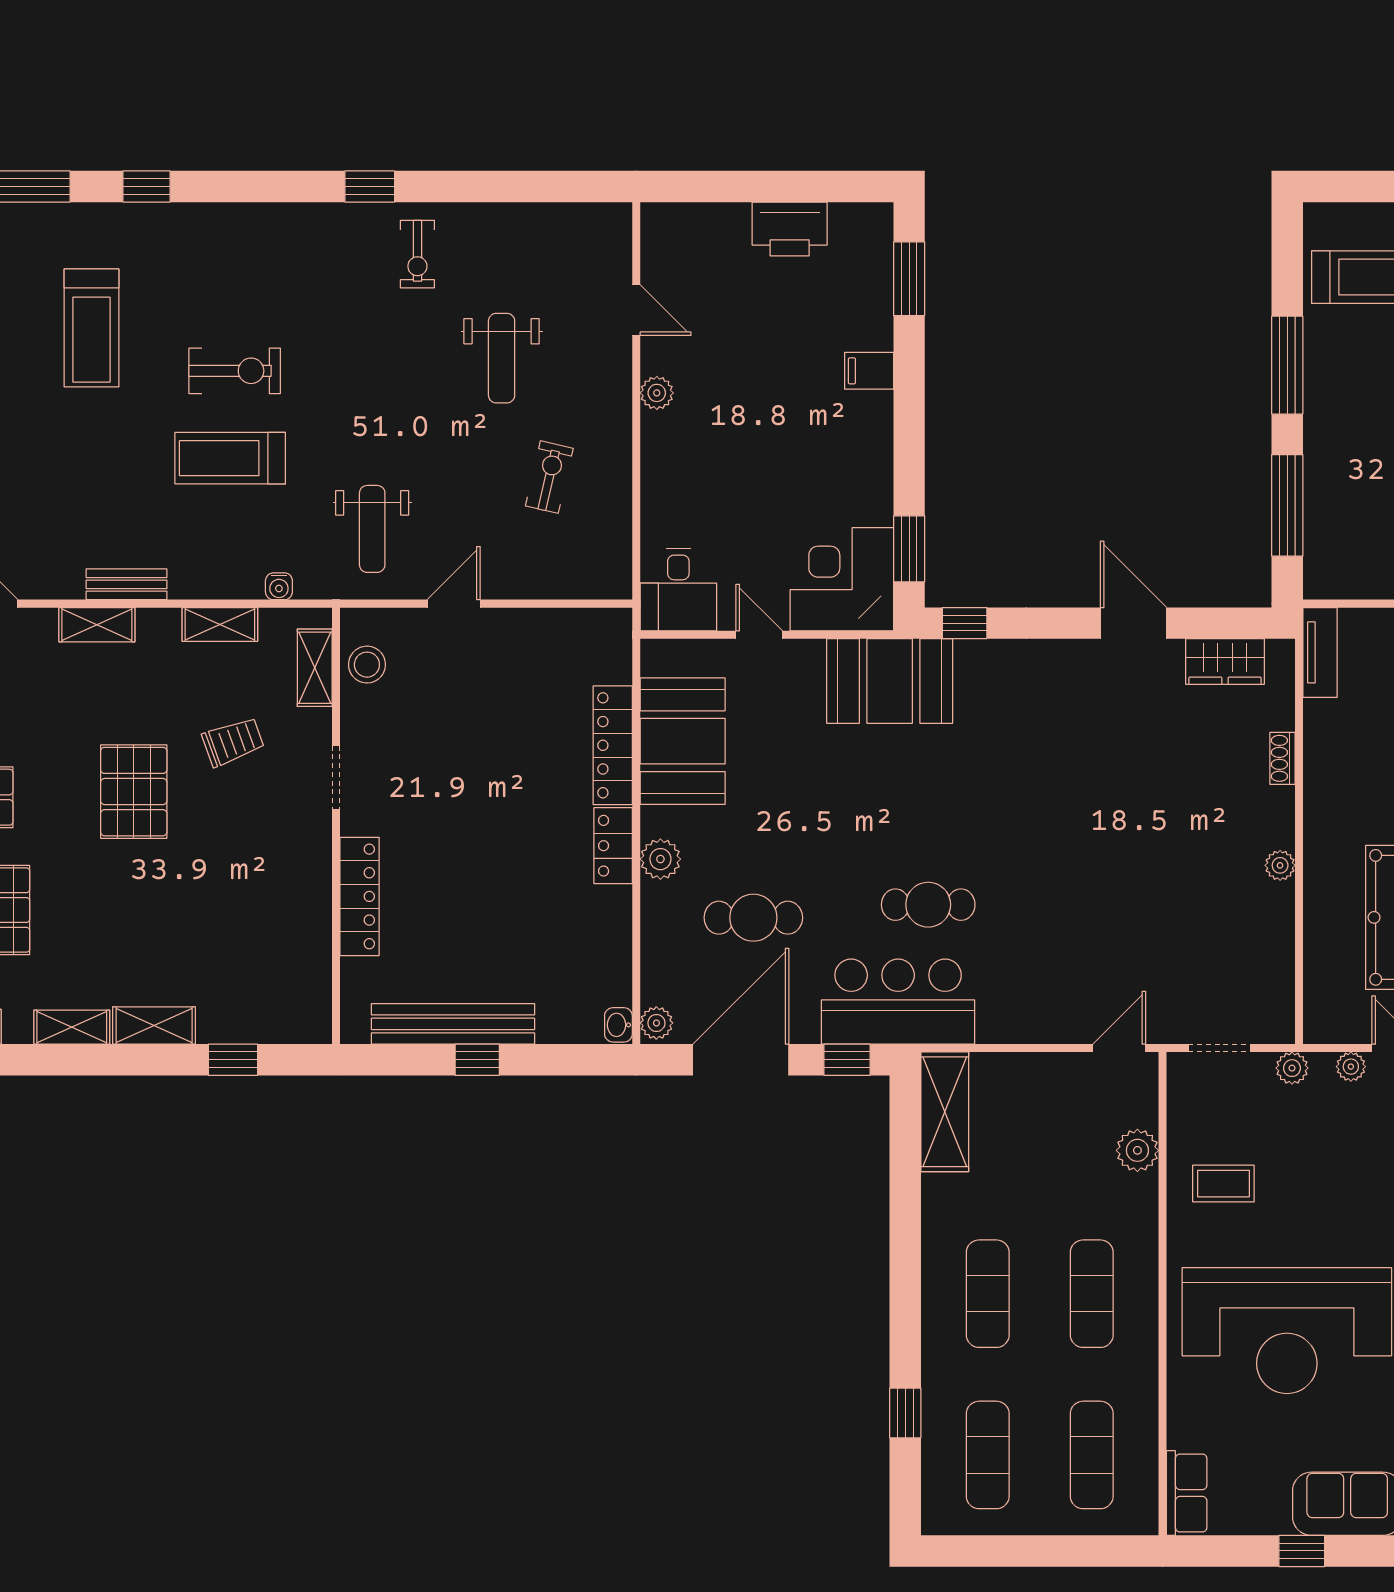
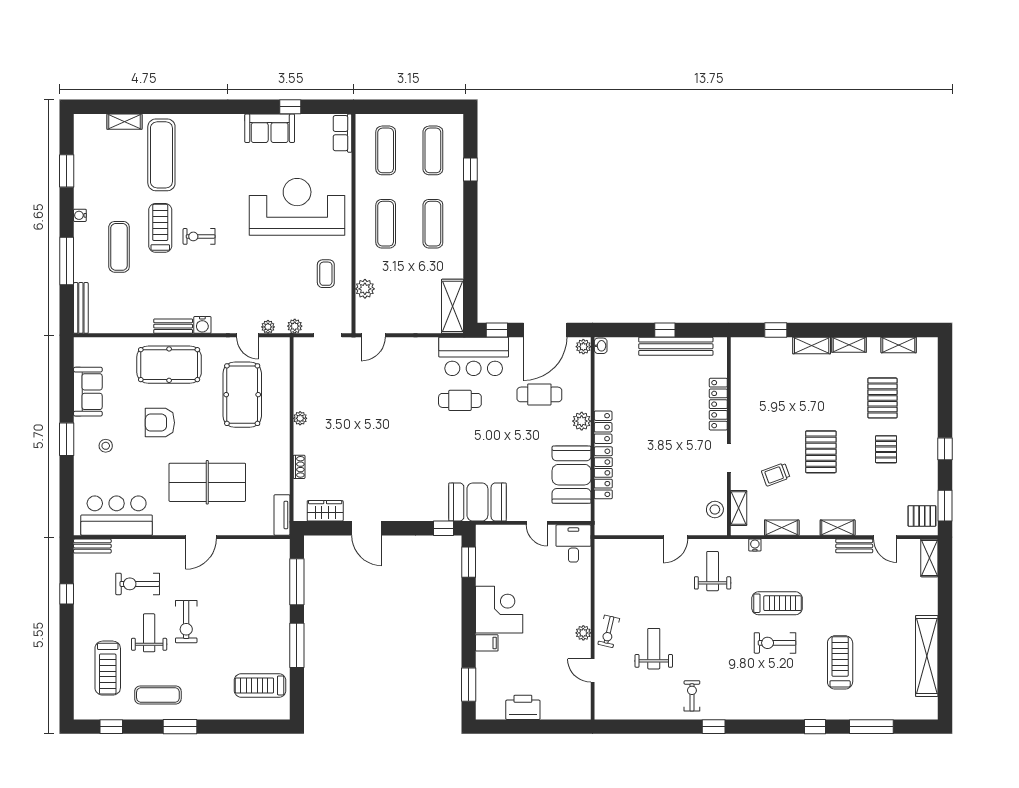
exercise bike: (549, 477) -> (609, 631), moved
corner desk: (842, 579) -> (499, 610), moved, turned -90
bench: (127, 584) -> (854, 546), moved
coffee table: (1223, 1184) -> (326, 274), turned 90

